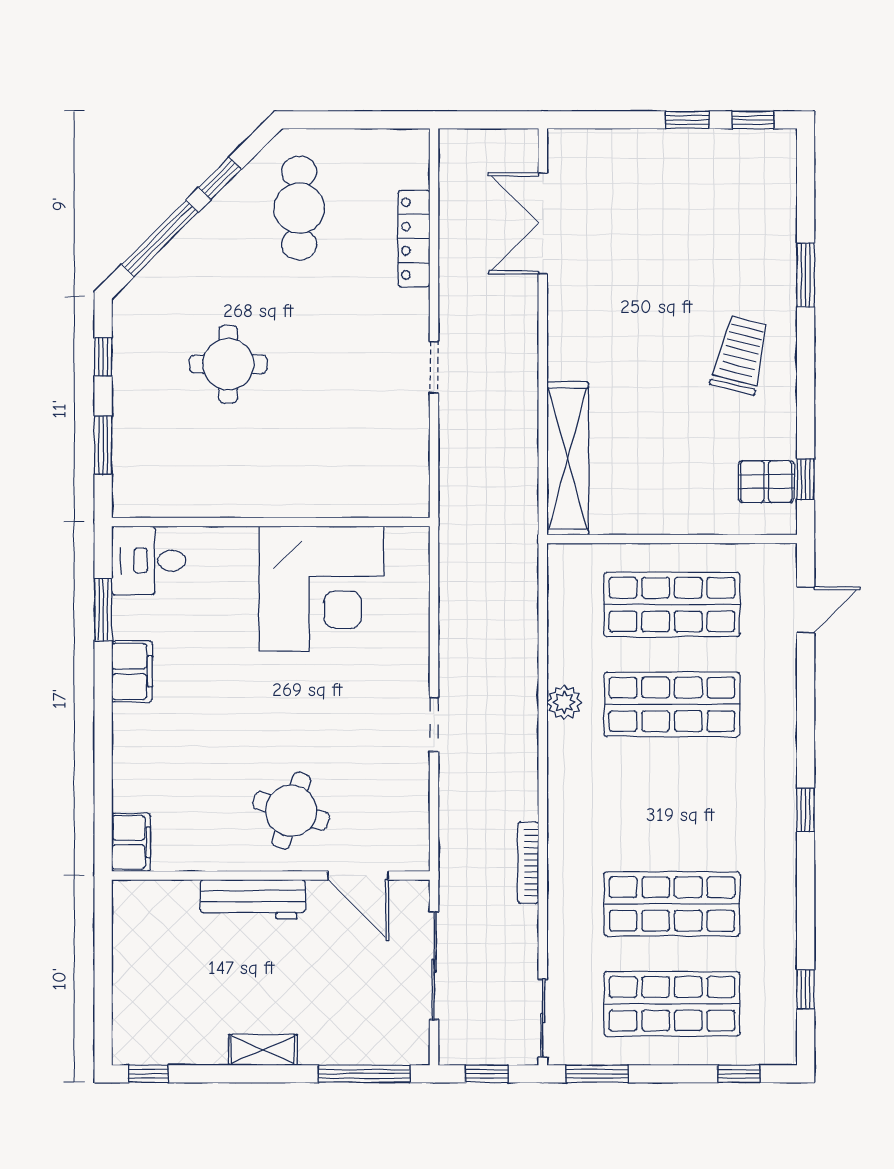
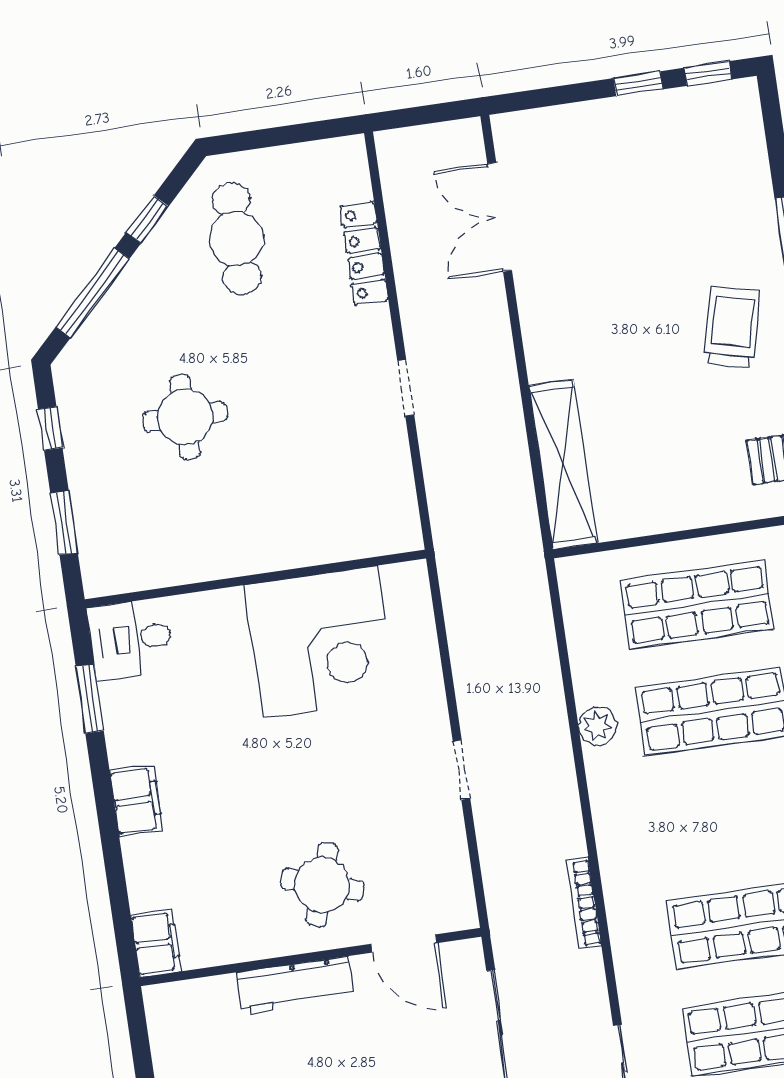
filing cabinet: (132, 671) -> (136, 800), moved

